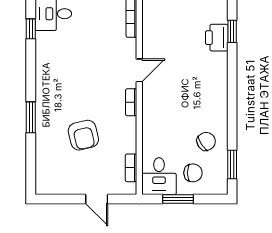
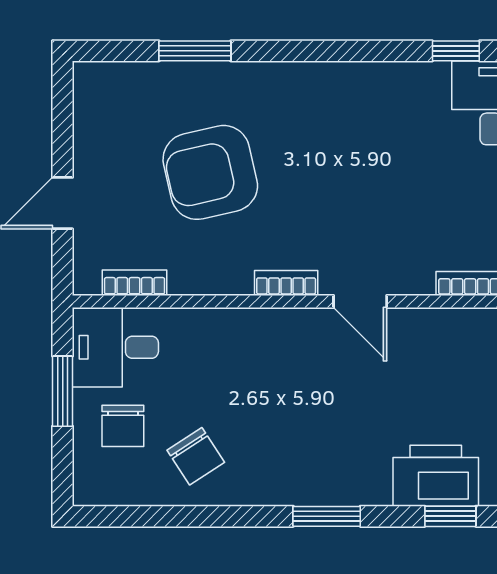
printer: (217, 38) -> (436, 476), width x1.37, depth x1.19
window: (31, 117) -> (195, 51), moved
armchair: (83, 135) -> (210, 172), width x1.36, depth x1.36
window: (232, 164) -> (327, 516), moved

